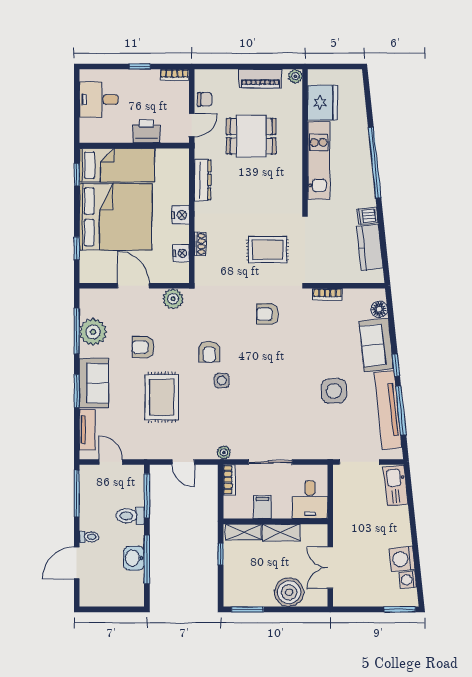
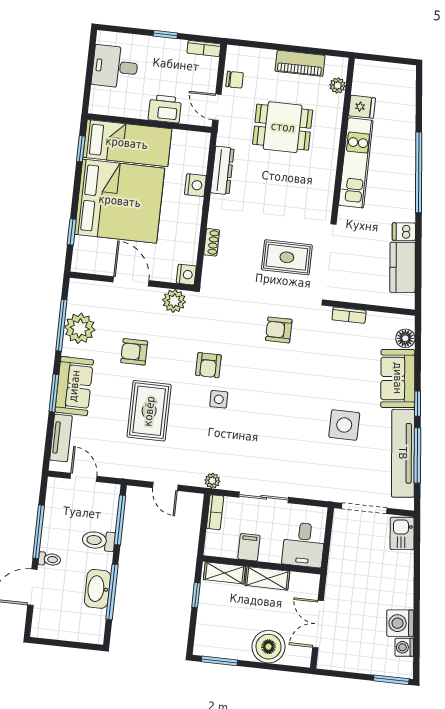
plant: (295, 76) -> (338, 85), moved
fridge: (322, 103) -> (362, 107), width x0.53, depth x0.75
door: (192, 125) -> (217, 107), swing flipped
nightstand: (180, 215) -> (195, 185), moved
nightstand: (181, 253) -> (186, 275), moved
kitchen sink: (396, 486) -> (402, 533), width x0.73
window: (77, 493) -> (39, 532), moved
washbasin: (134, 558) -> (98, 589), width x1.38

